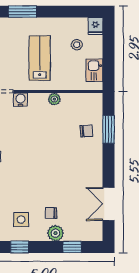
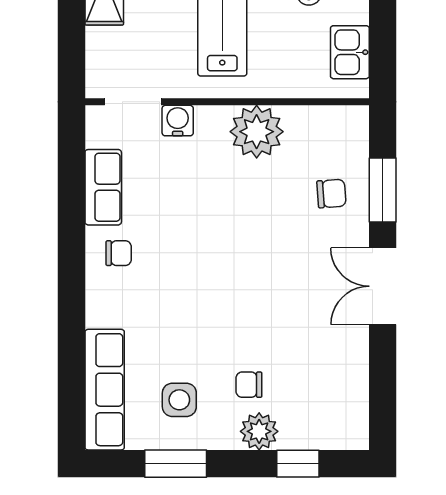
plant: (54, 99) -> (257, 132), width x1.88, depth x1.88
double door: (109, 204) -> (383, 286), moved
window: (20, 247) -> (176, 464), width x1.50

